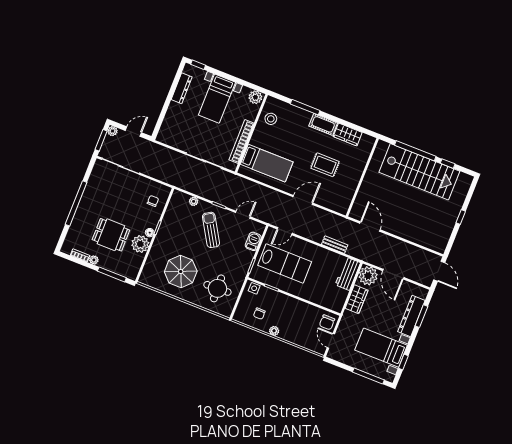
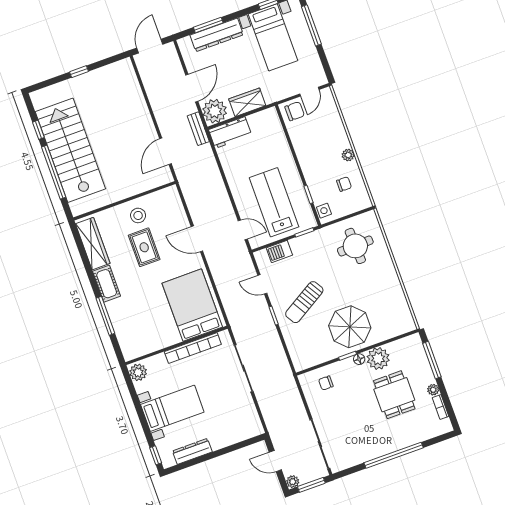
stool: (271, 119) -> (138, 215), moved
wardrobe: (348, 134) -> (93, 244), width x1.50
bed: (267, 163) -> (192, 305), width x1.50
plant: (194, 201) -> (291, 343), removed
bench: (335, 245) -> (198, 129), moved
parasol: (181, 272) -> (350, 327), moved

